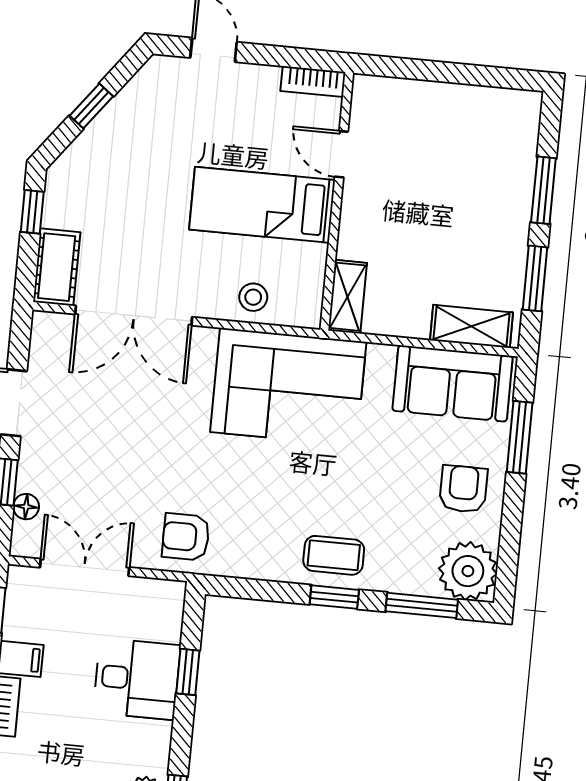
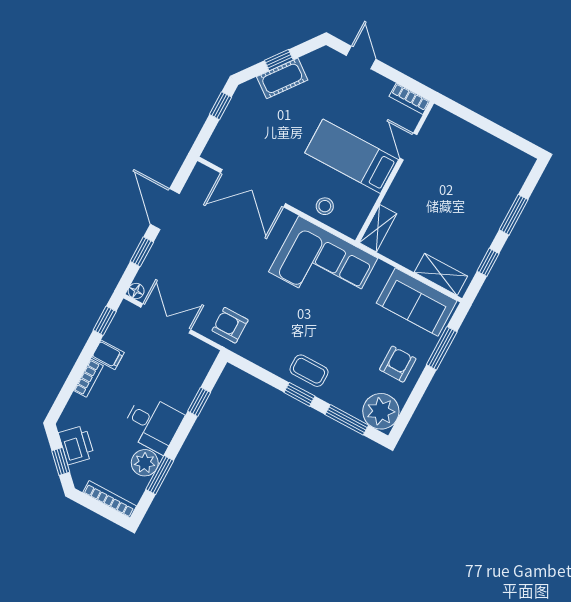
cot: (57, 267) -> (282, 78), moved, turned 37
window: (535, 278) -> (488, 262), width x0.67
floor lamp: (26, 507) -> (136, 291), moved
desk: (137, 679) -> (153, 424), moved

